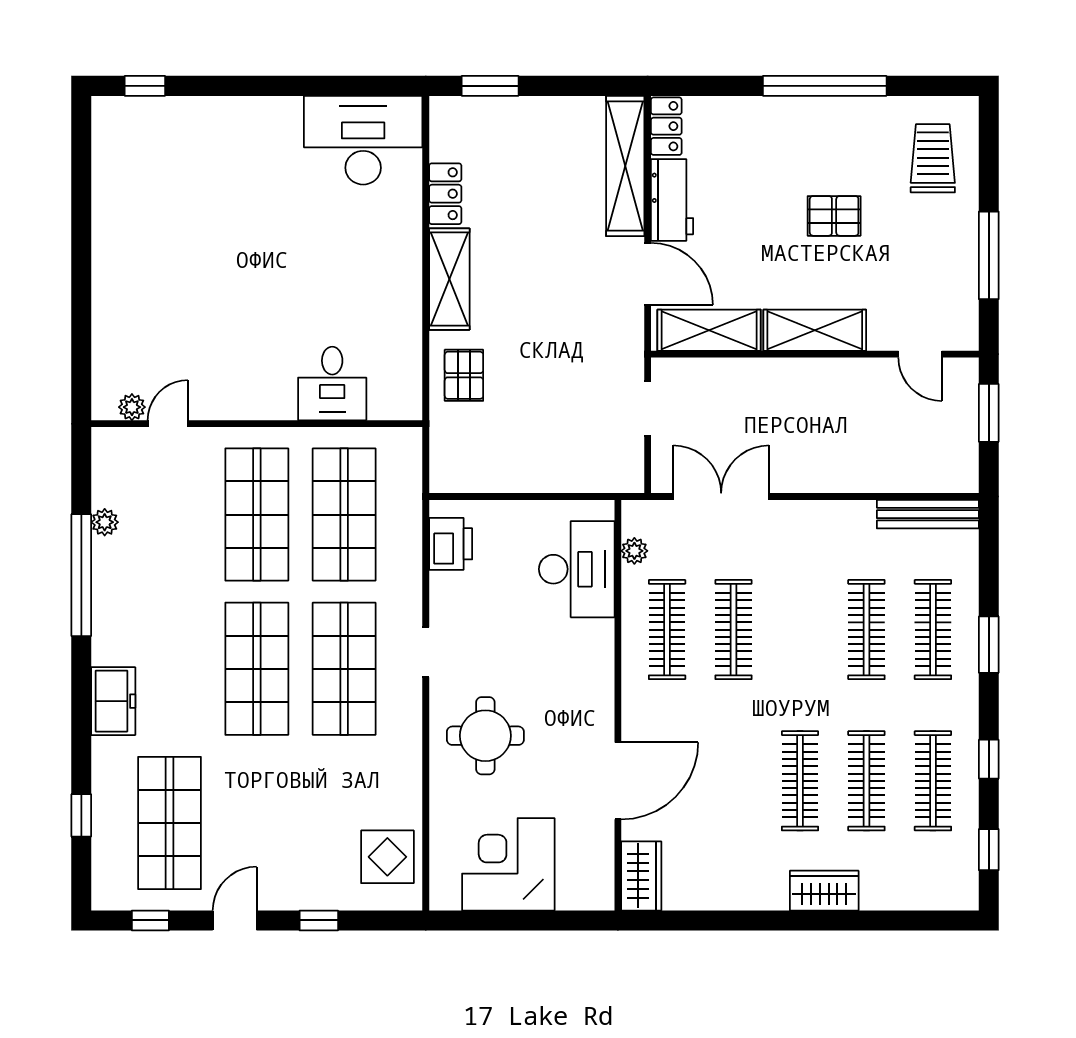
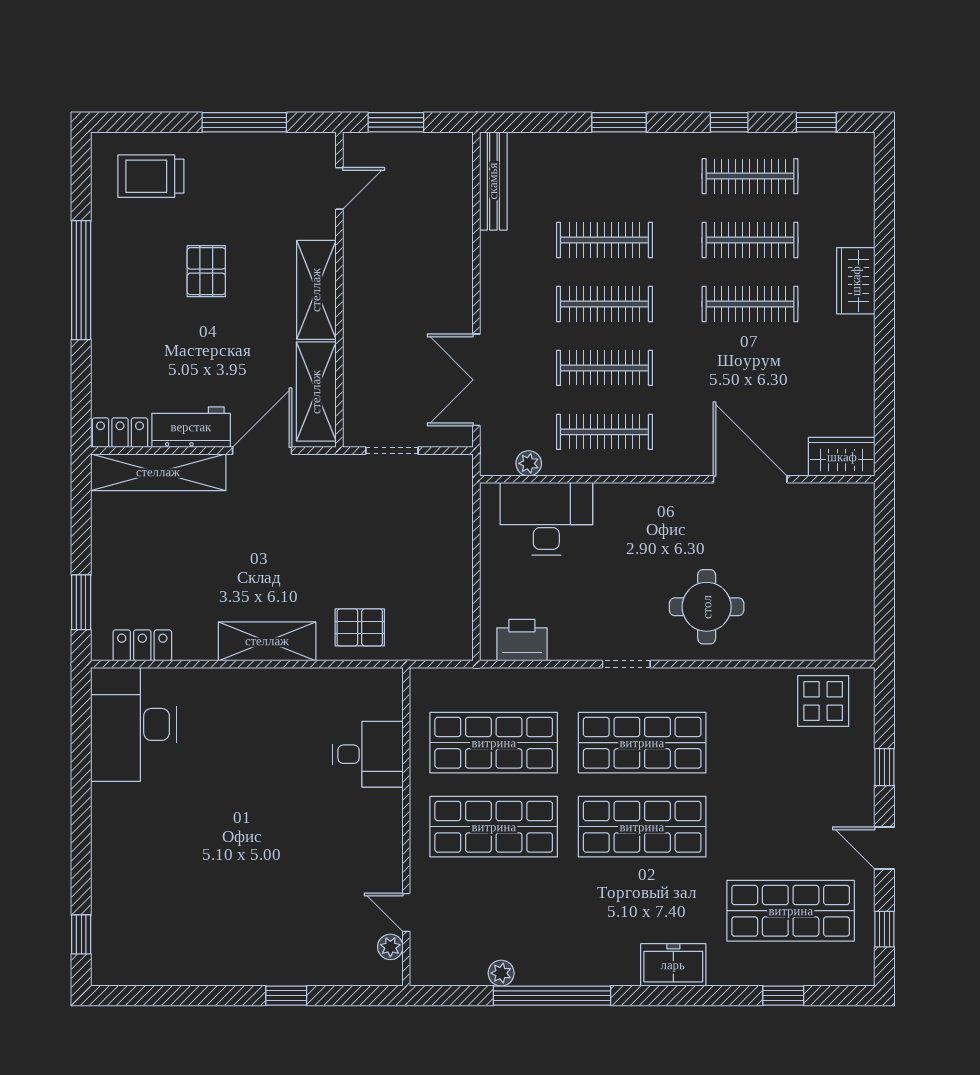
locker: (445, 194) -> (142, 645), moved
window: (81, 299) -> (286, 996), added
clothes rail: (933, 630) -> (604, 304), moved
corner desk: (508, 864) -> (830, 585), removed

